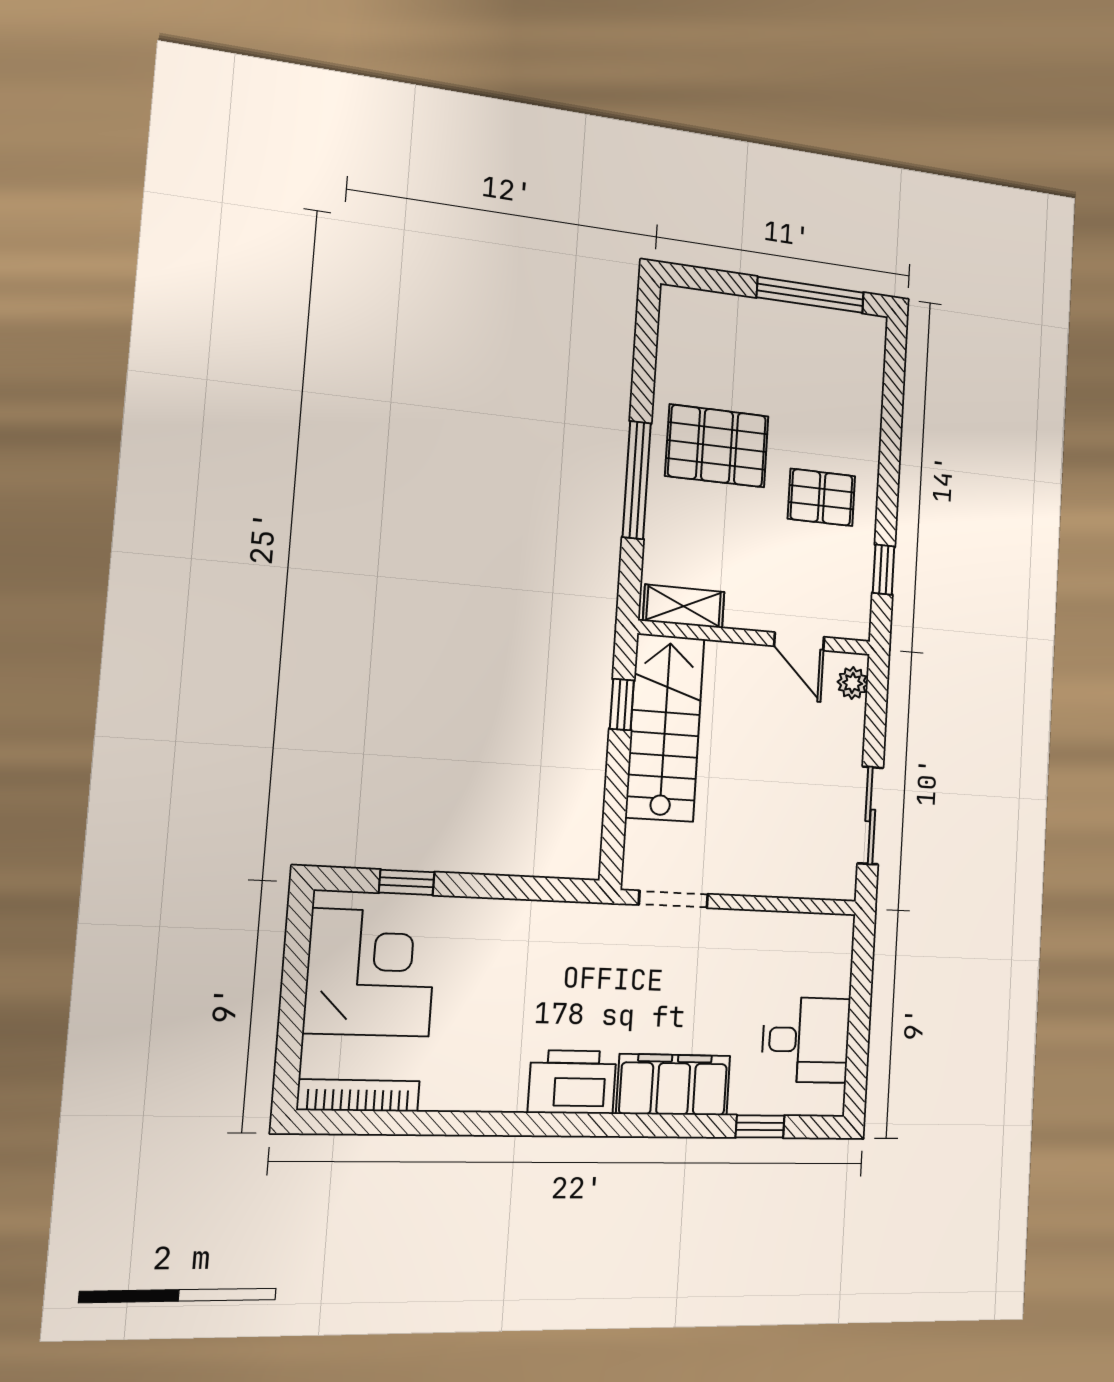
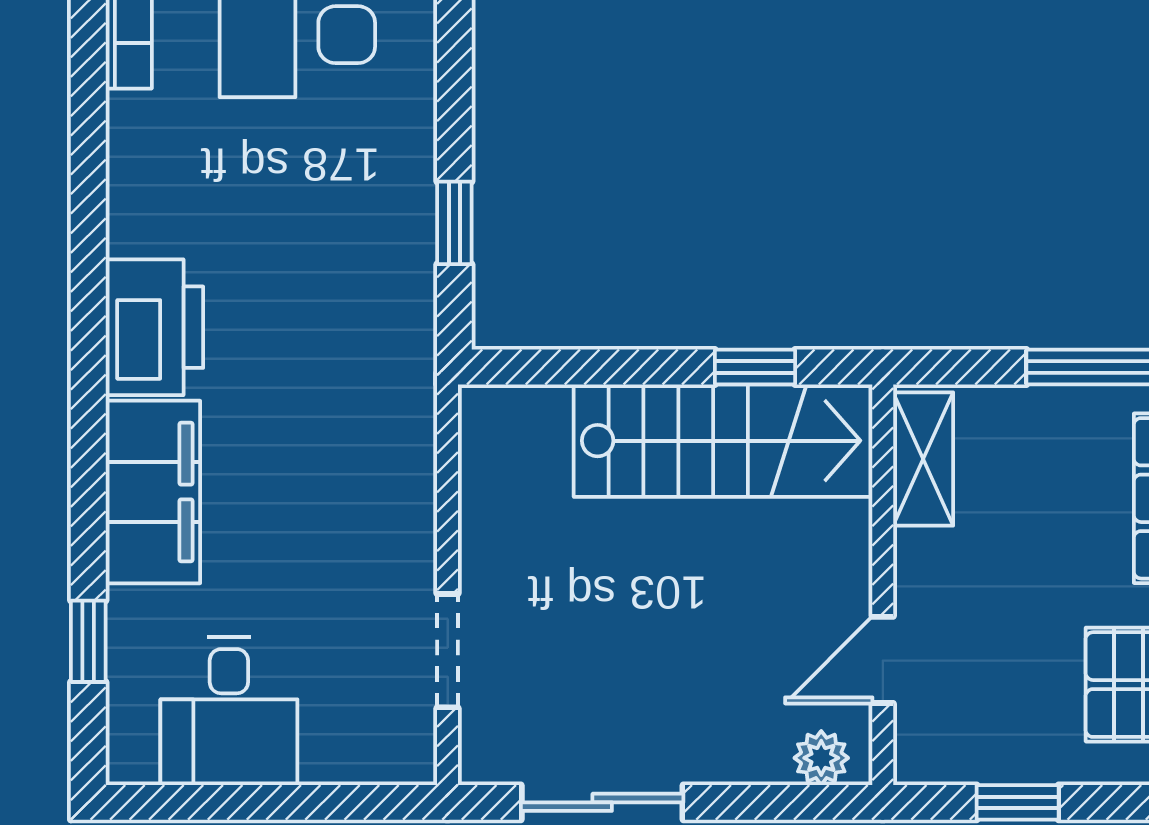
window: (407, 882) -> (454, 223), moved
doorway: (673, 899) -> (448, 651), moved

